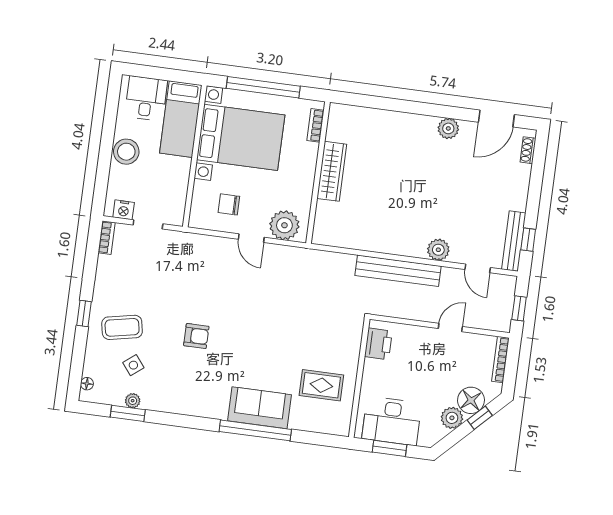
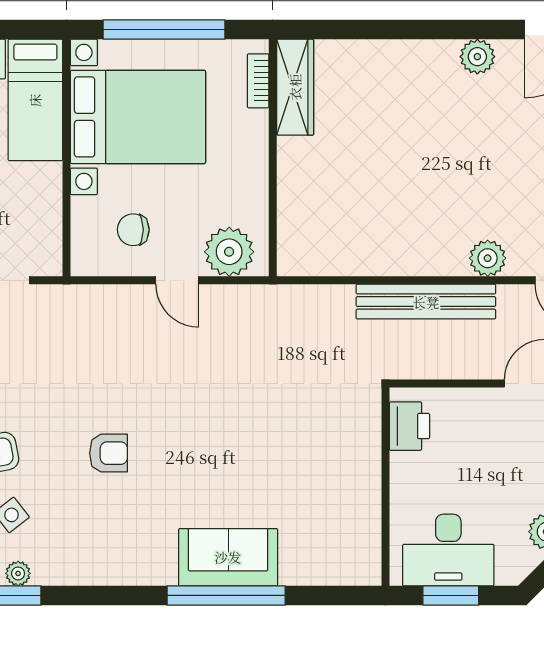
wardrobe: (332, 171) -> (295, 87), moved
rug: (321, 385) -> (325, 507), removed

